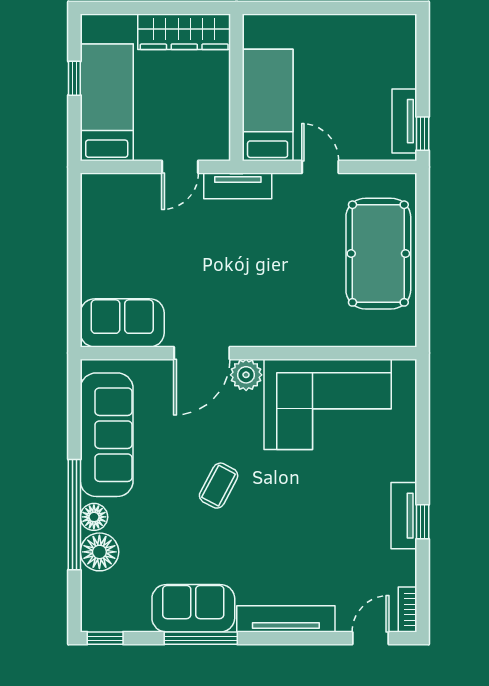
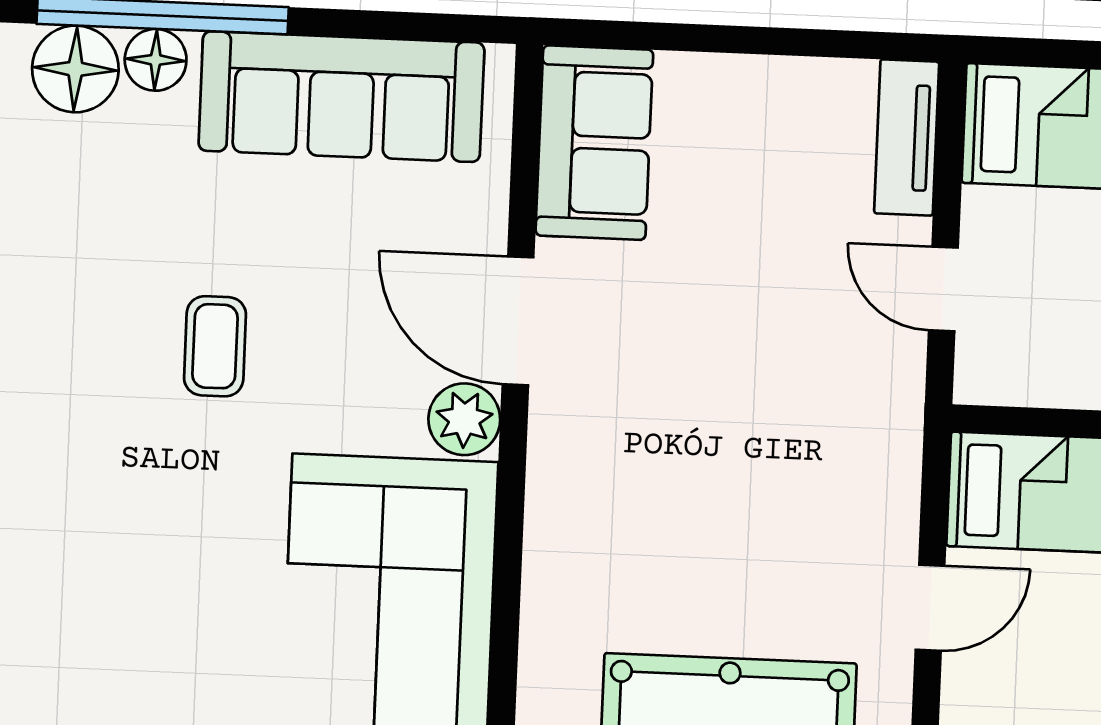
tv unit: (238, 186) -> (907, 138), moved
coffee table: (219, 486) -> (215, 346), turned 62

